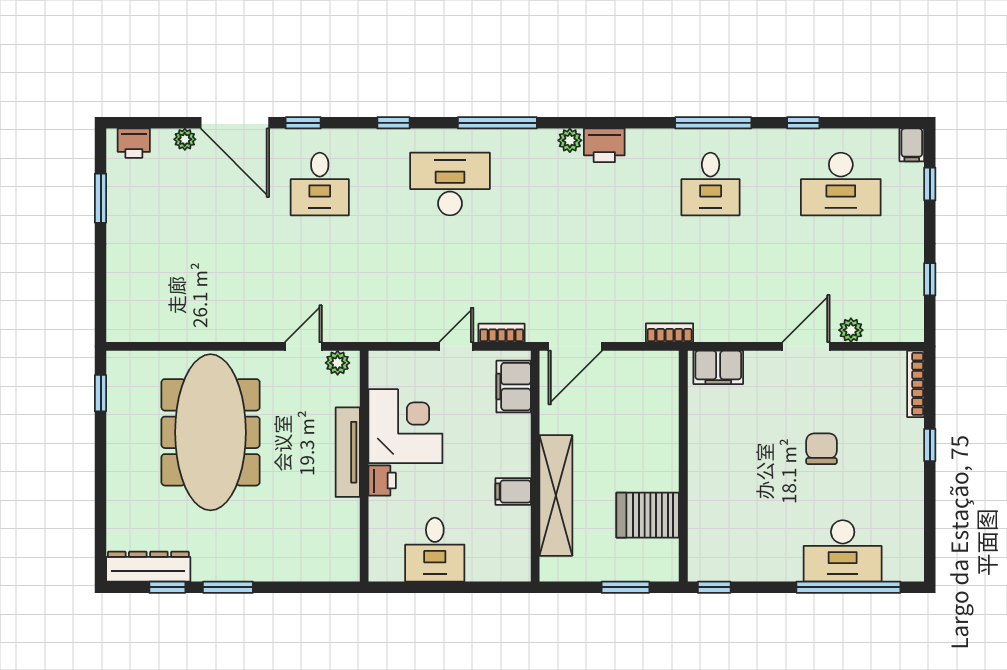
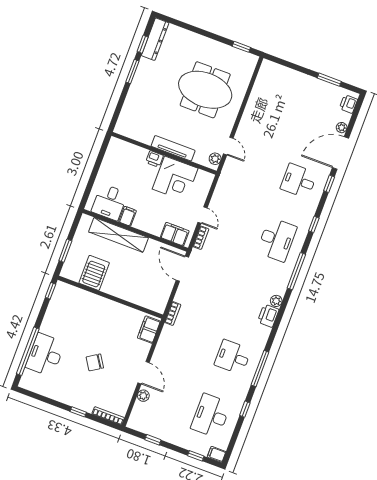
meeting table: (211, 432) -> (205, 90), width x0.73
chair: (821, 449) -> (95, 362), turned 147
desk: (435, 550) -> (110, 202), moved, turned -90

